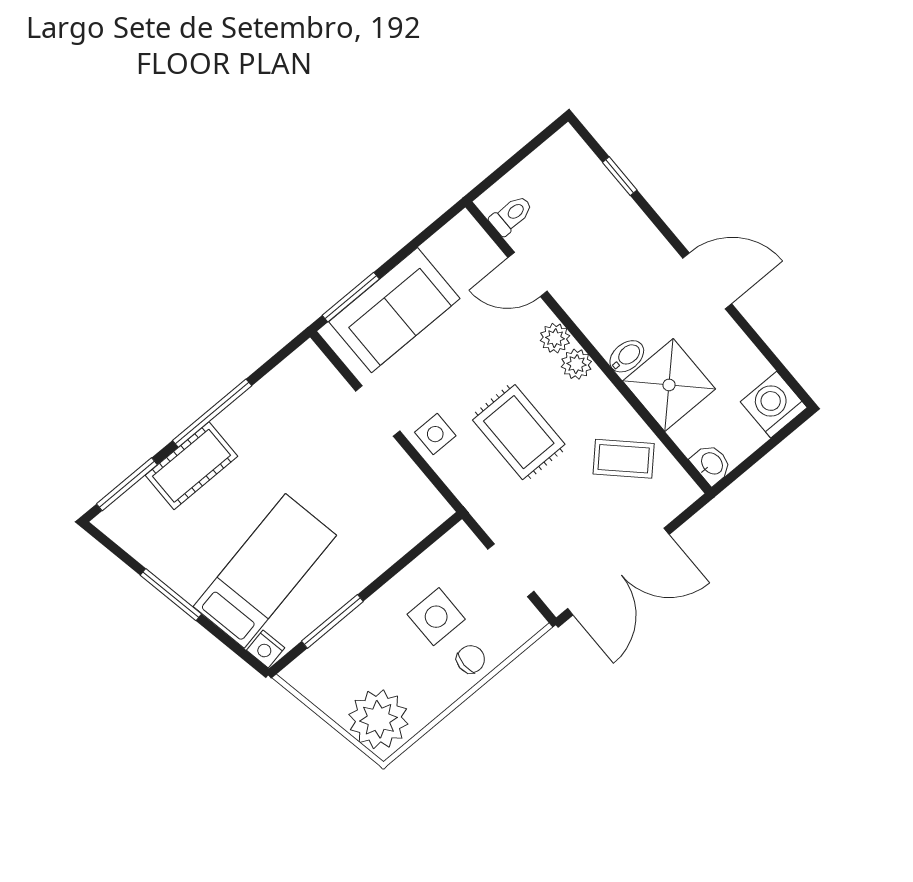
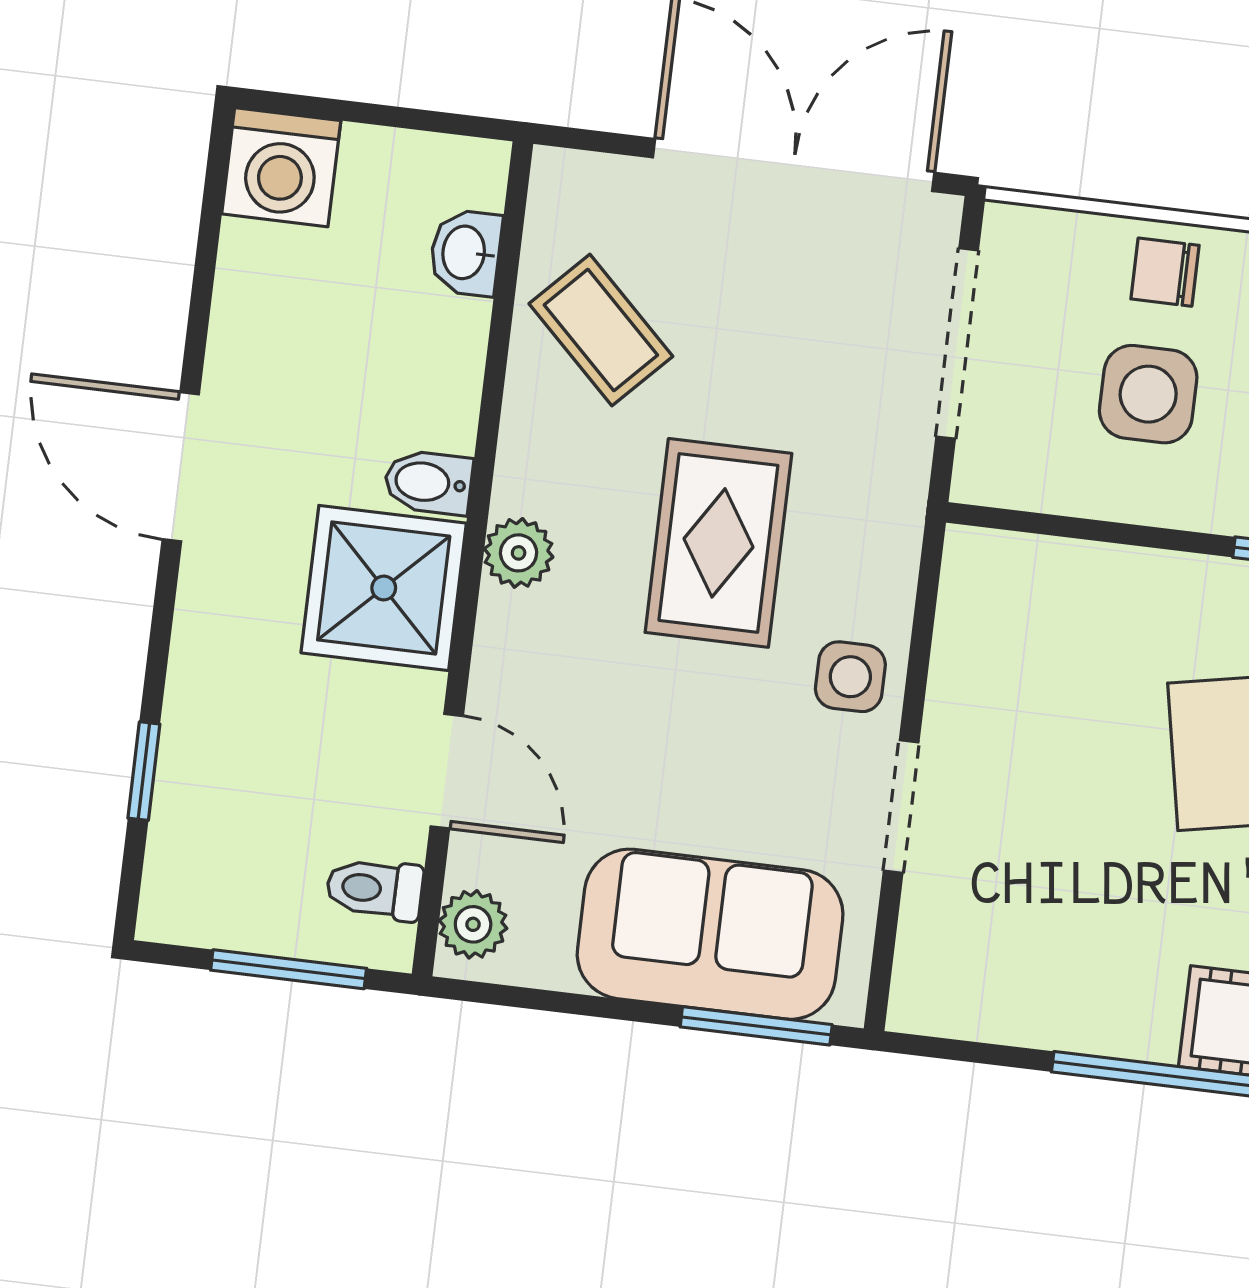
window: (511, 163) -> (289, 969), added
plant: (555, 338) -> (473, 924), moved
shower: (669, 385) -> (384, 588), moved
washbasin: (711, 464) -> (466, 253), moved
doorway: (511, 570) -> (957, 343), width x1.38

